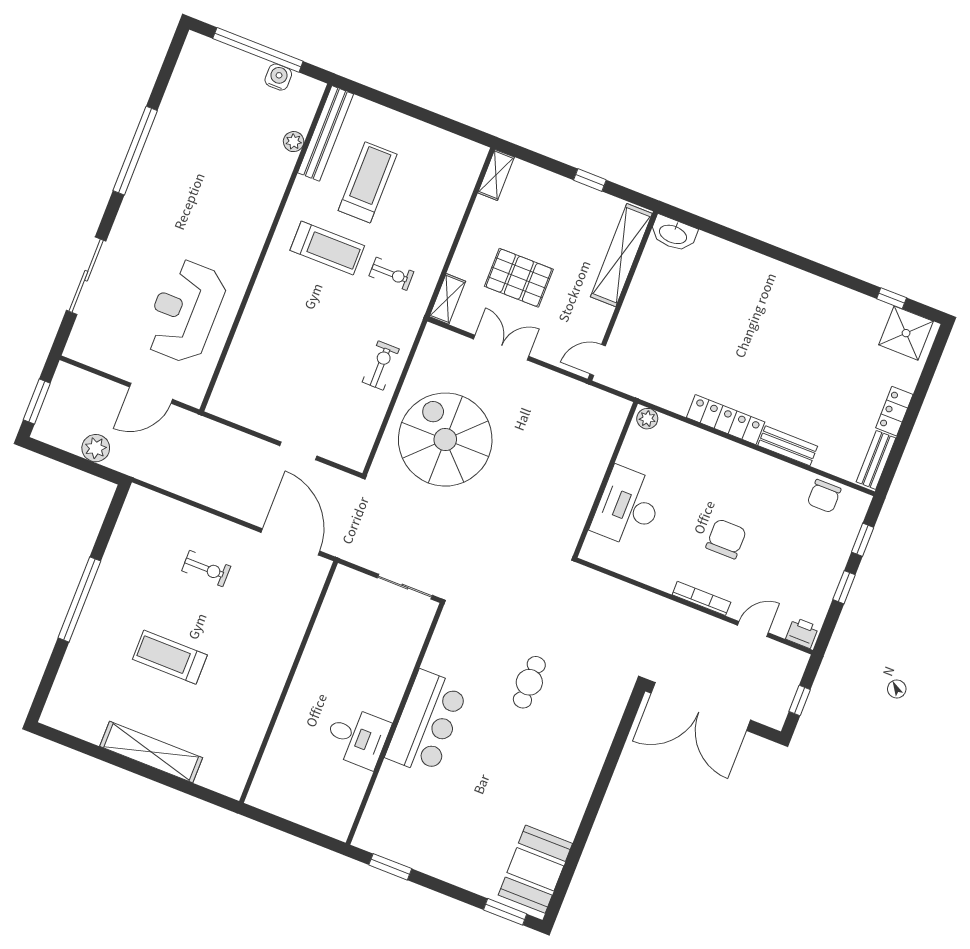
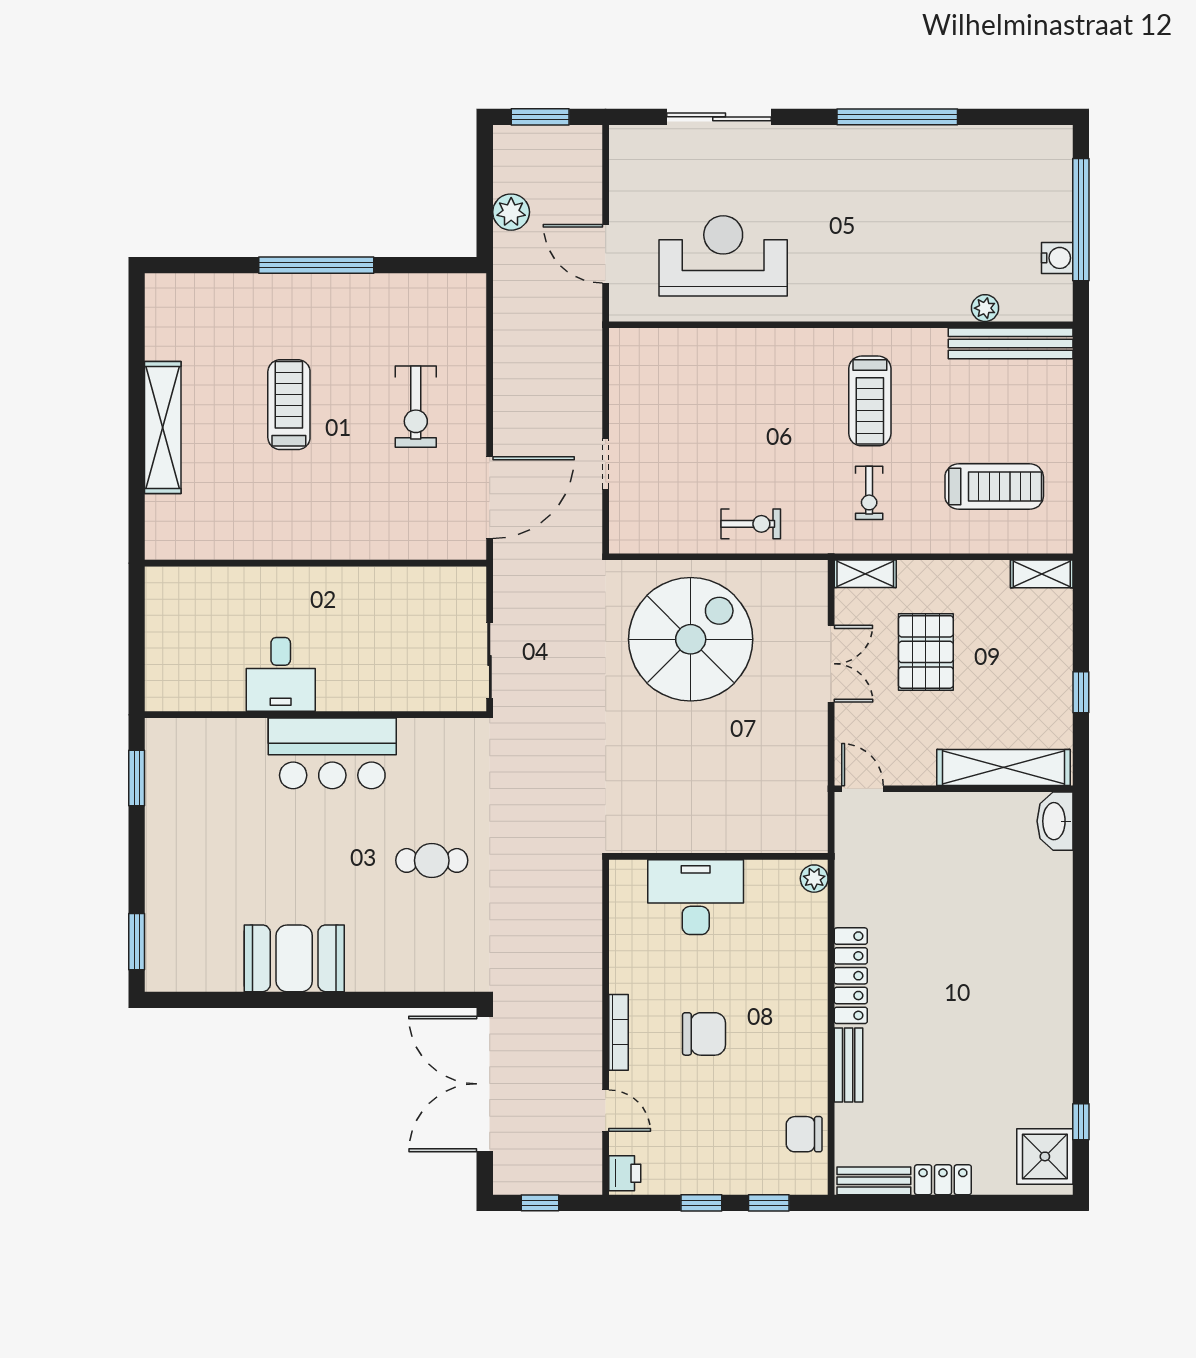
treadmill: (368, 182) -> (994, 487), moved
exercise bike: (206, 569) -> (416, 407), width x1.38, depth x1.39
booth: (535, 869) -> (294, 958), moved

